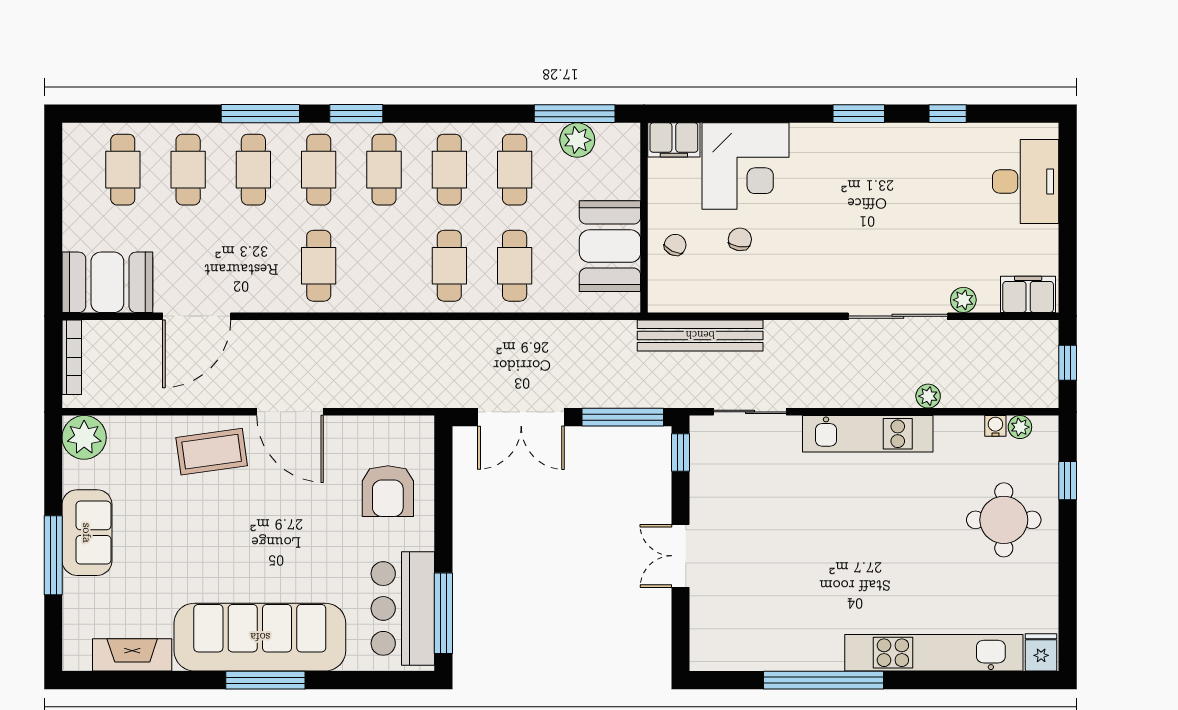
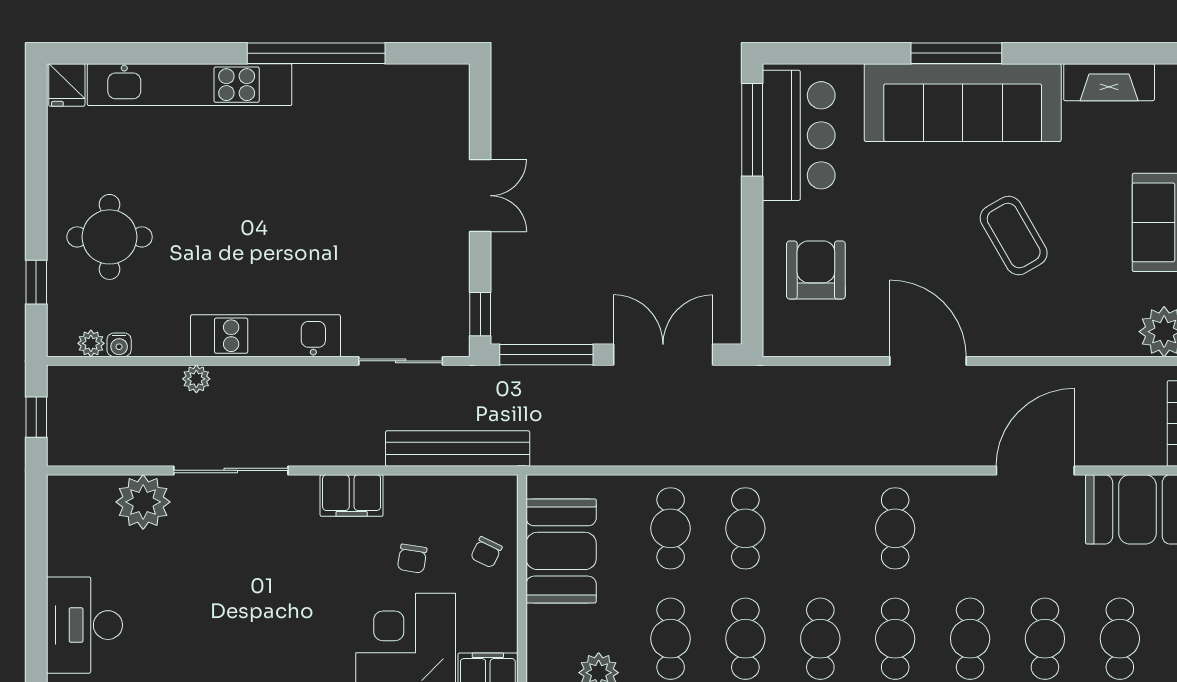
filing cabinet: (1028, 294) -> (352, 496), moved
plant: (963, 300) -> (143, 502), width x1.87, depth x1.87
coffee table: (212, 452) -> (1014, 236), moved, turned 68

